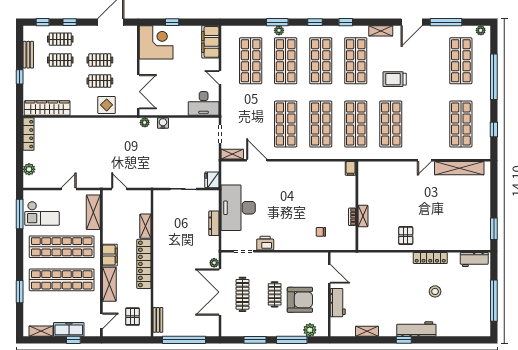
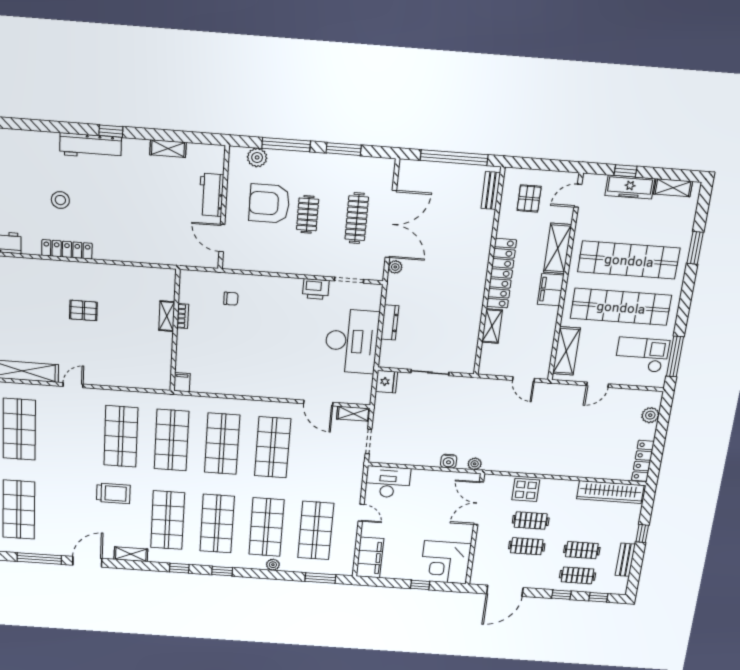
window: (277, 22) -> (320, 578), moved
pallet: (406, 236) -> (83, 310), moved, turned 90

